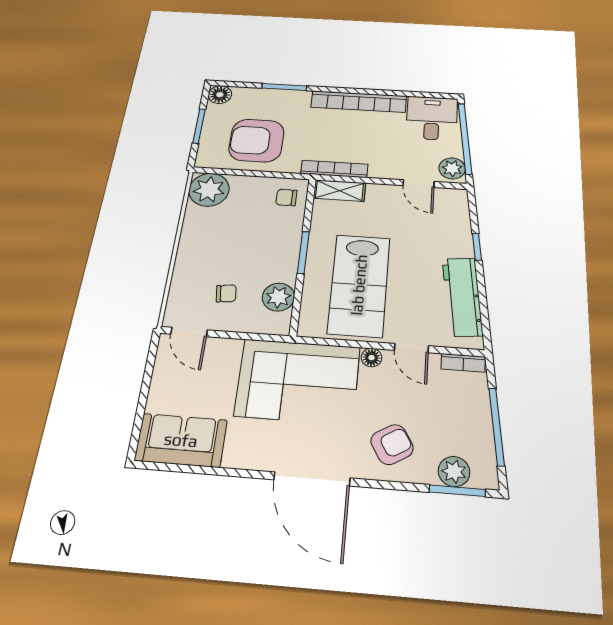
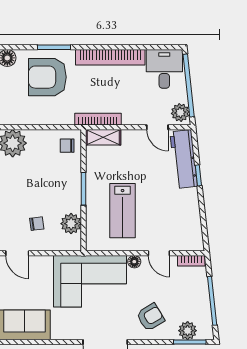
armchair: (256, 140) -> (47, 77), moved
lab bench: (359, 285) -> (123, 211), width x0.73, depth x0.72
workbench: (462, 297) -> (184, 159), moved

